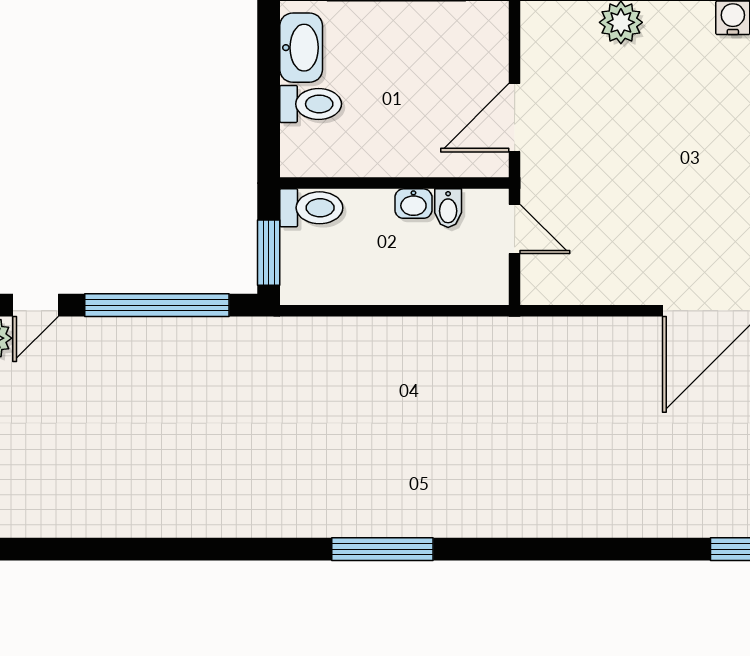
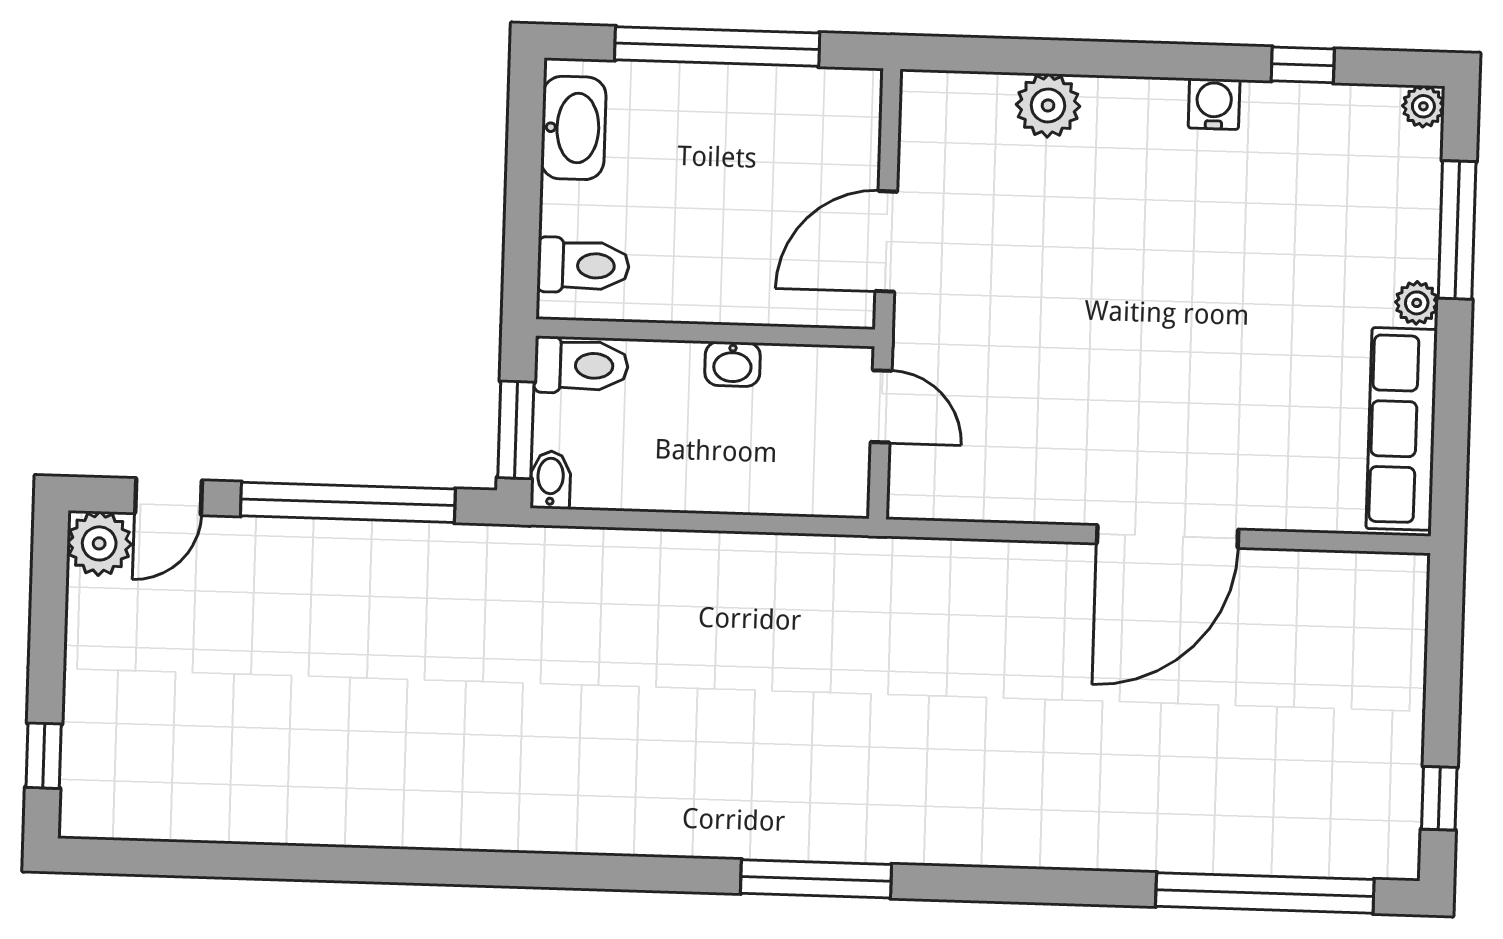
toilet: (311, 104) -> (583, 265), moved
bidet: (448, 208) -> (551, 480), moved, turned 180
window: (382, 549) -> (816, 879), moved

